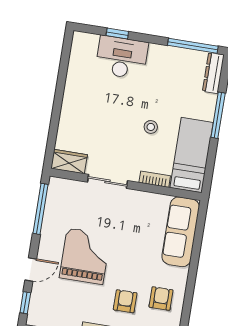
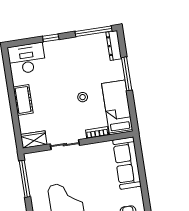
window: (117, 34) -> (51, 38), moved
desk: (122, 57) -> (27, 59), moved
cot: (72, 105) -> (23, 100), added

